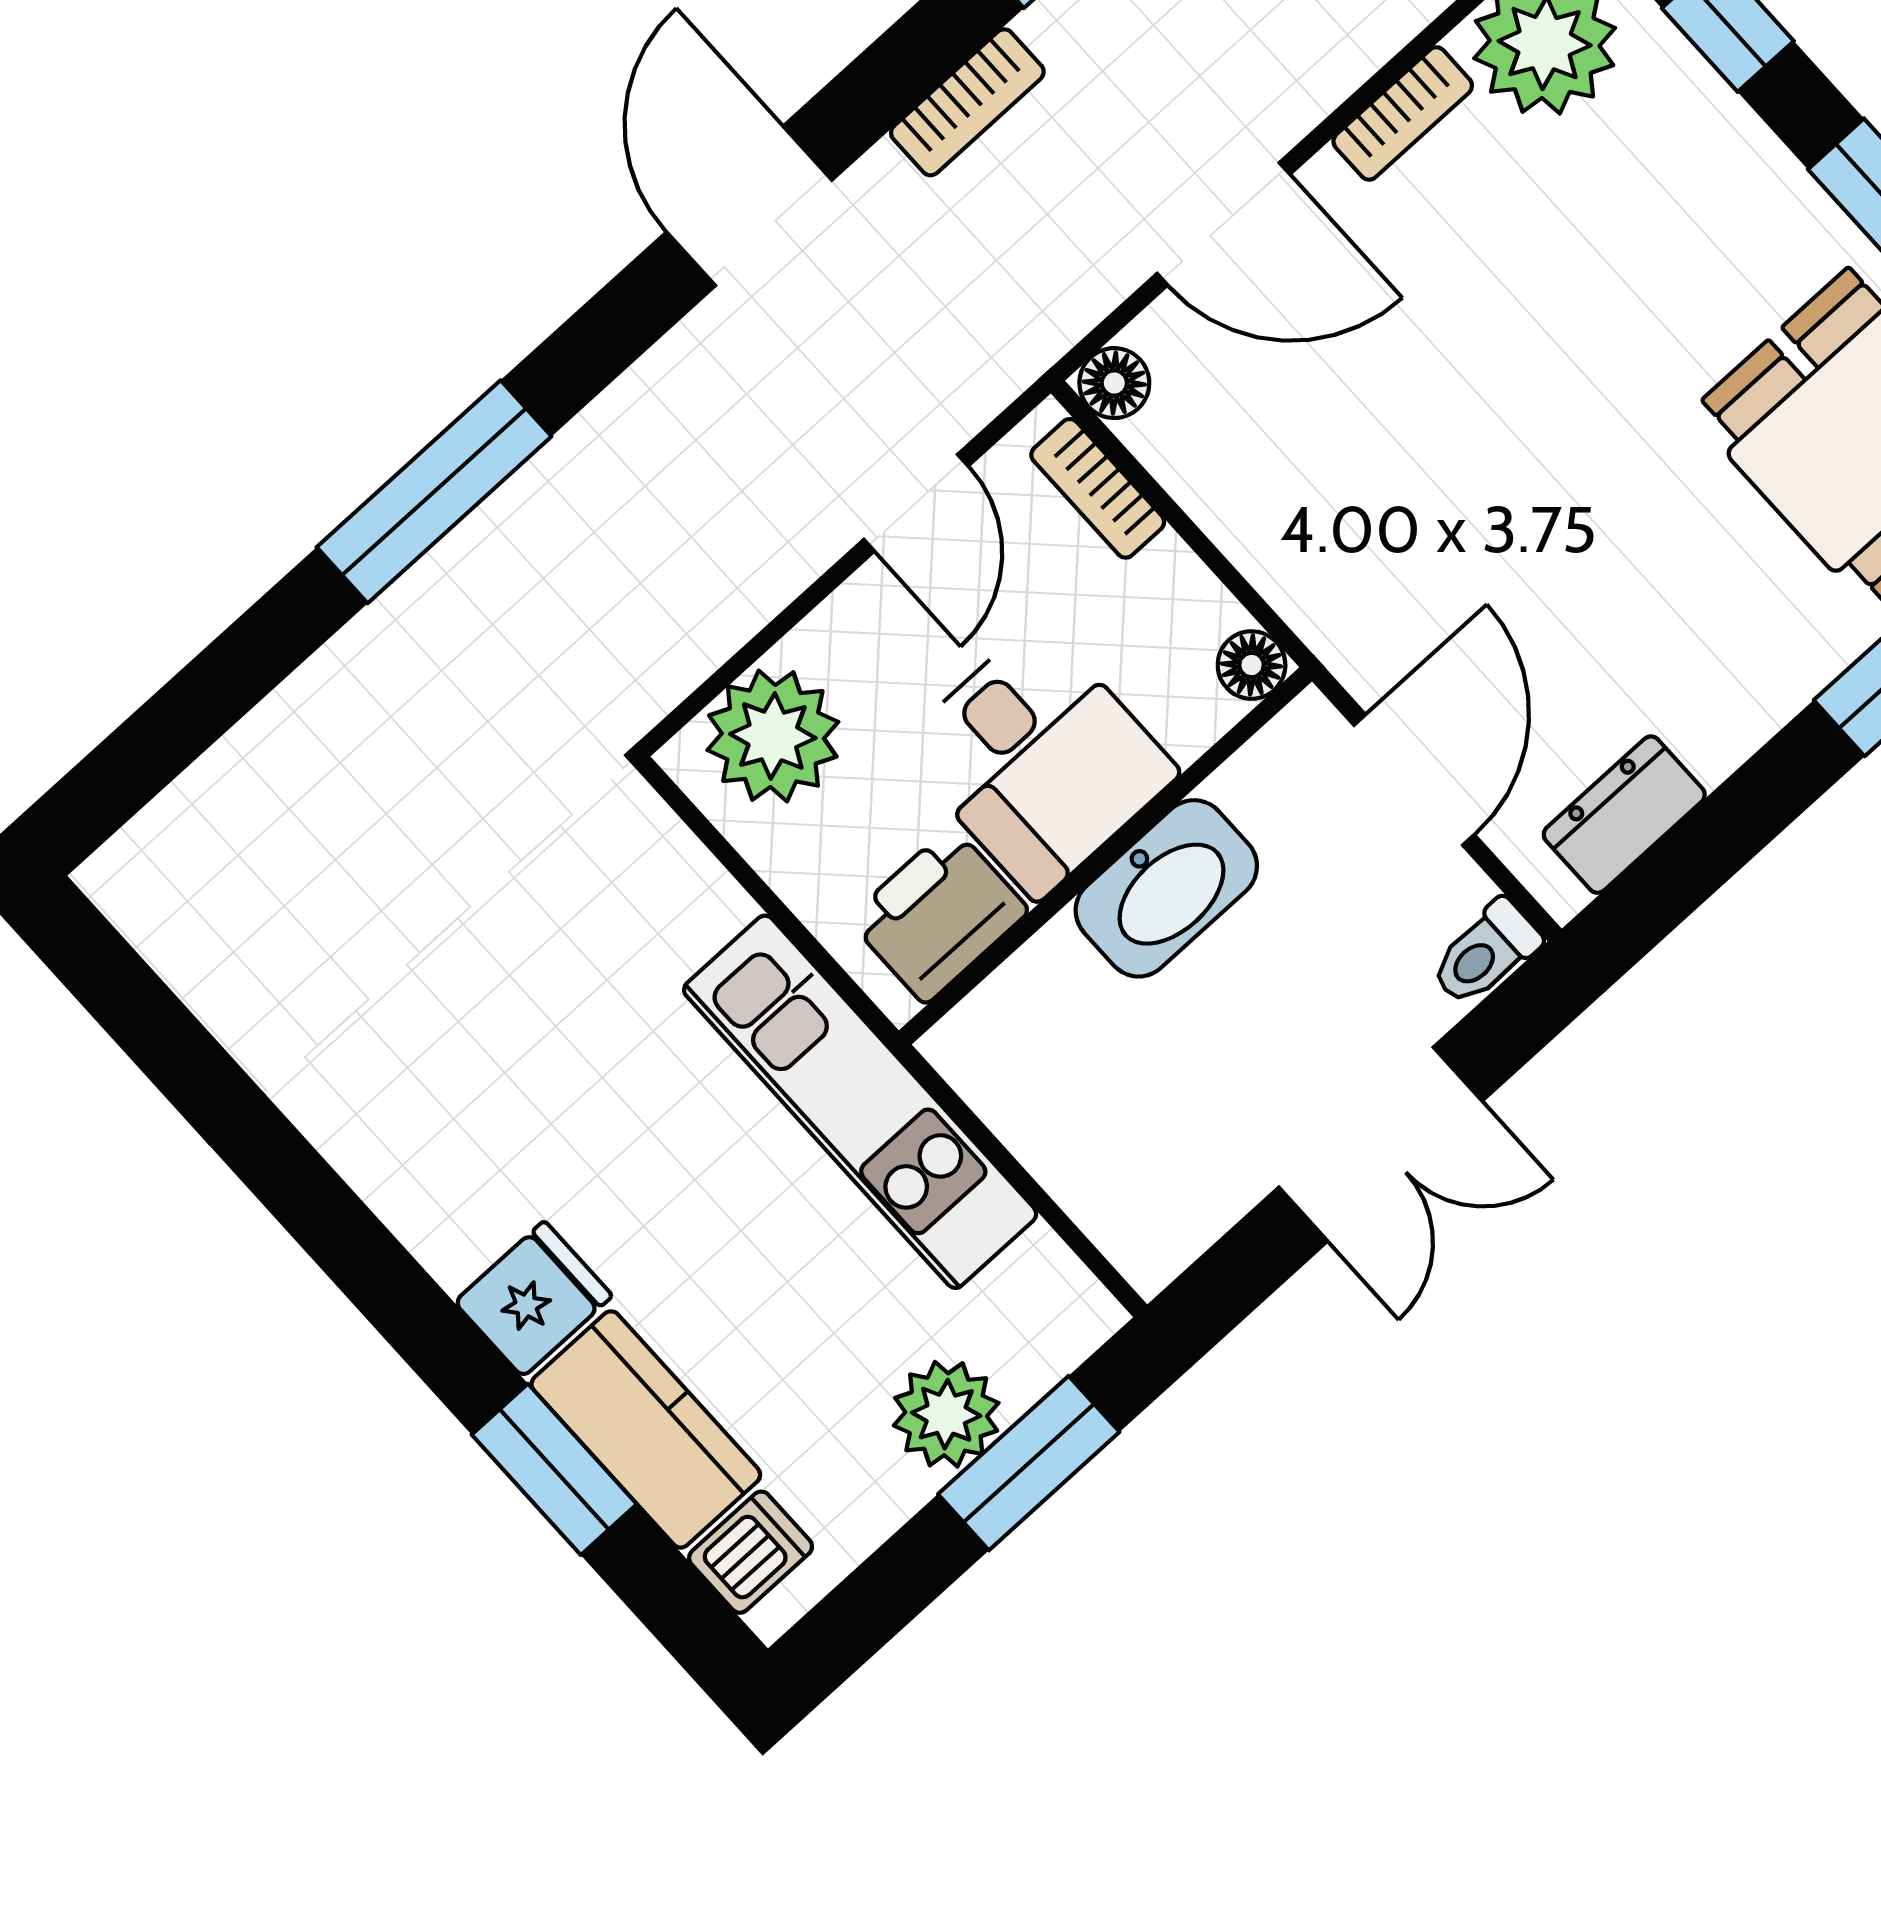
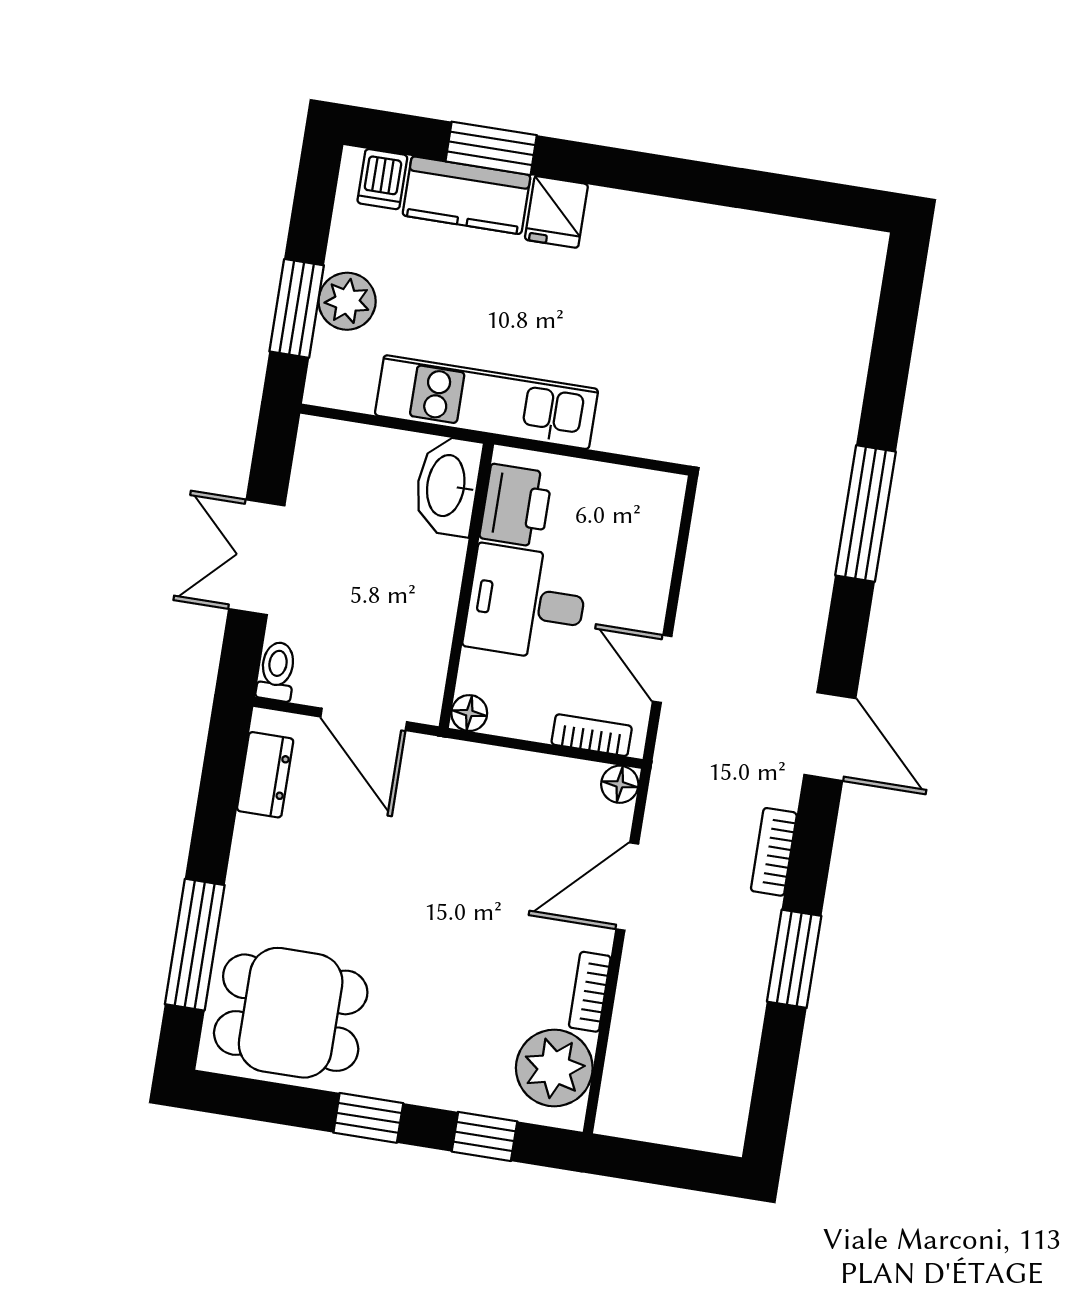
plant: (773, 736) -> (644, 525), removed
washbasin: (1166, 888) -> (447, 486), moved

